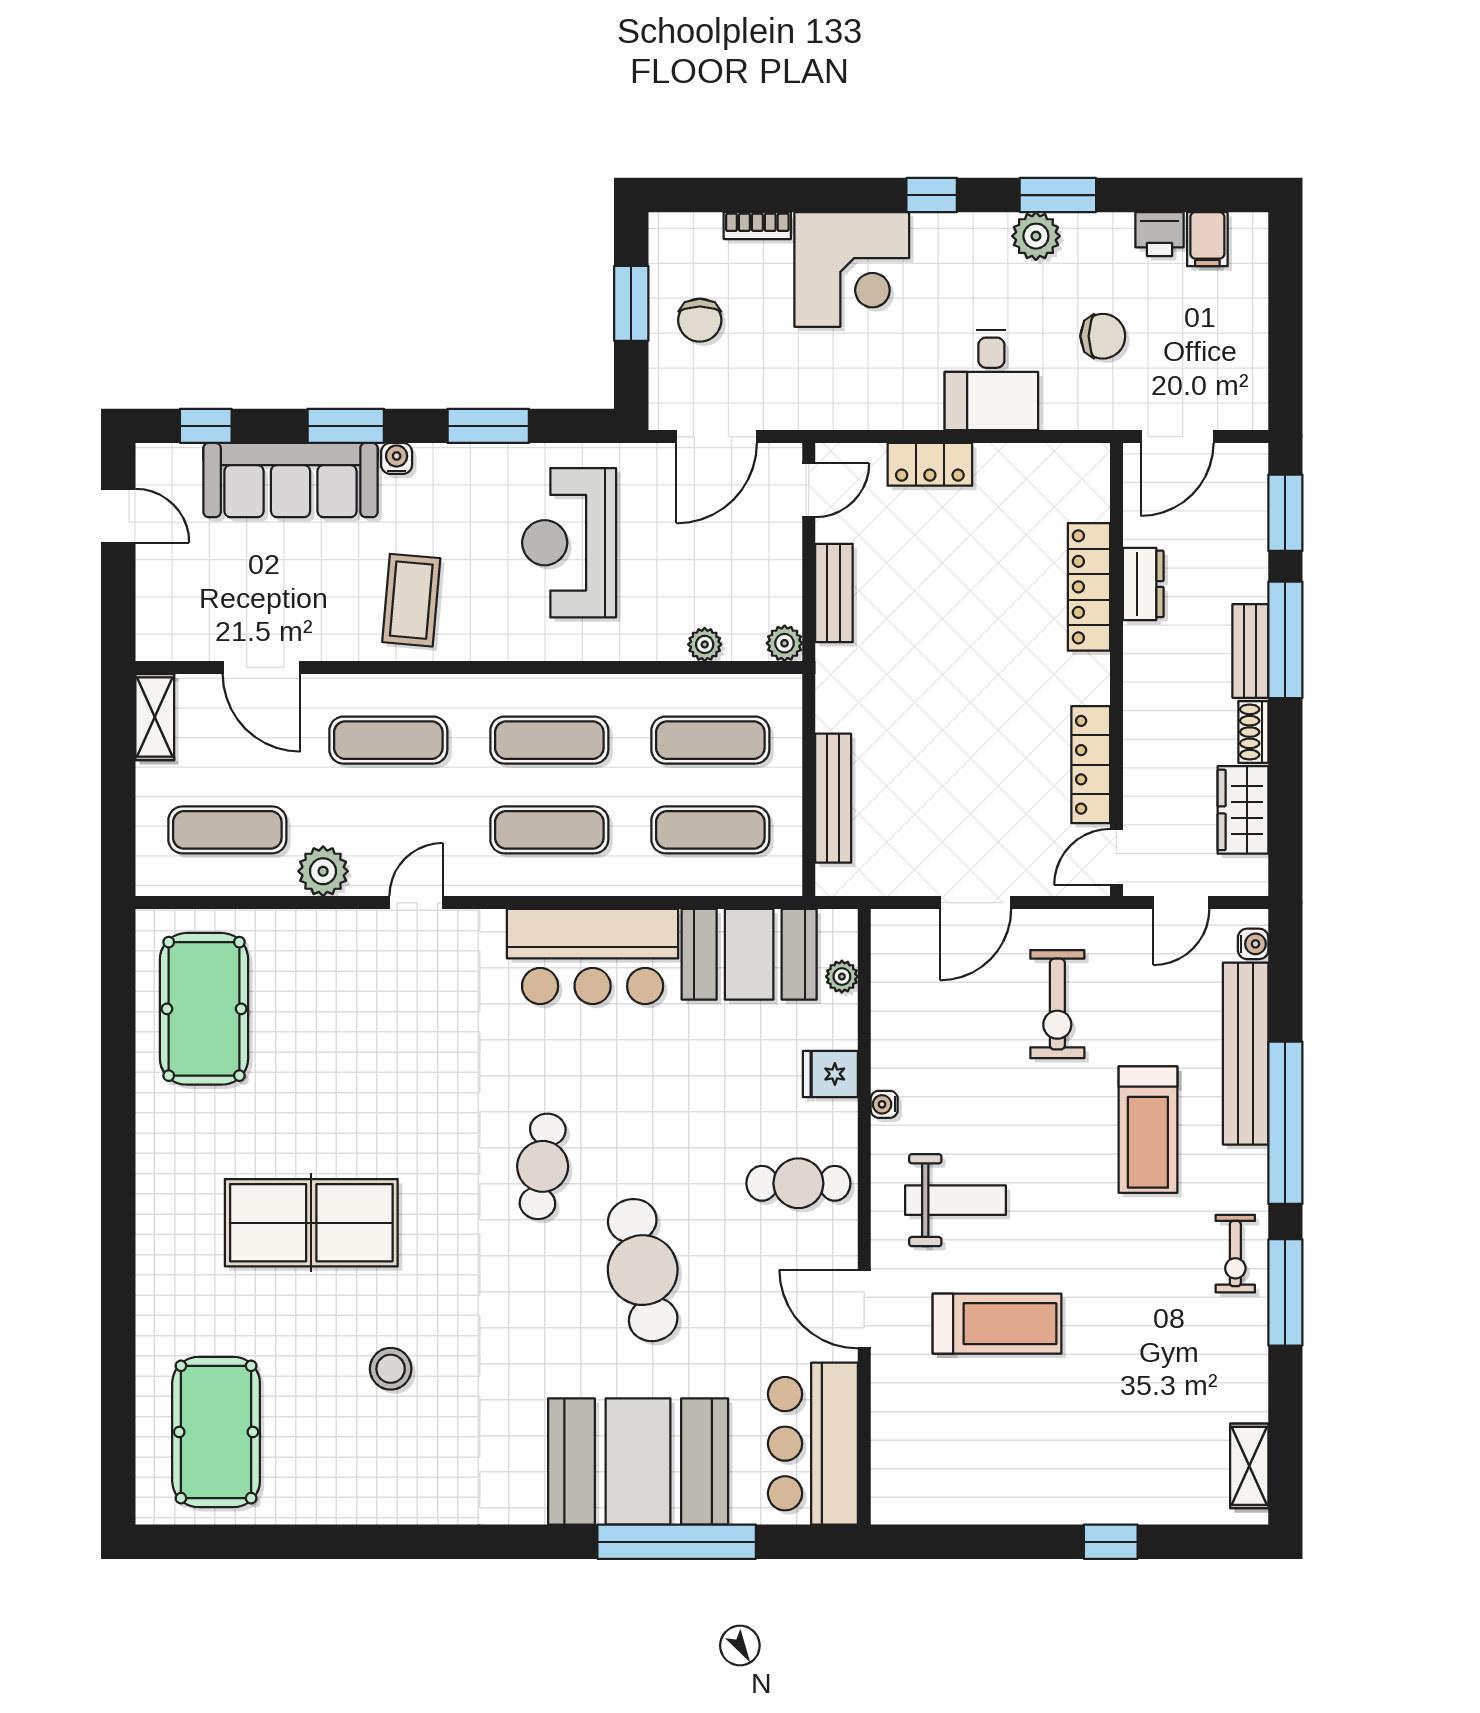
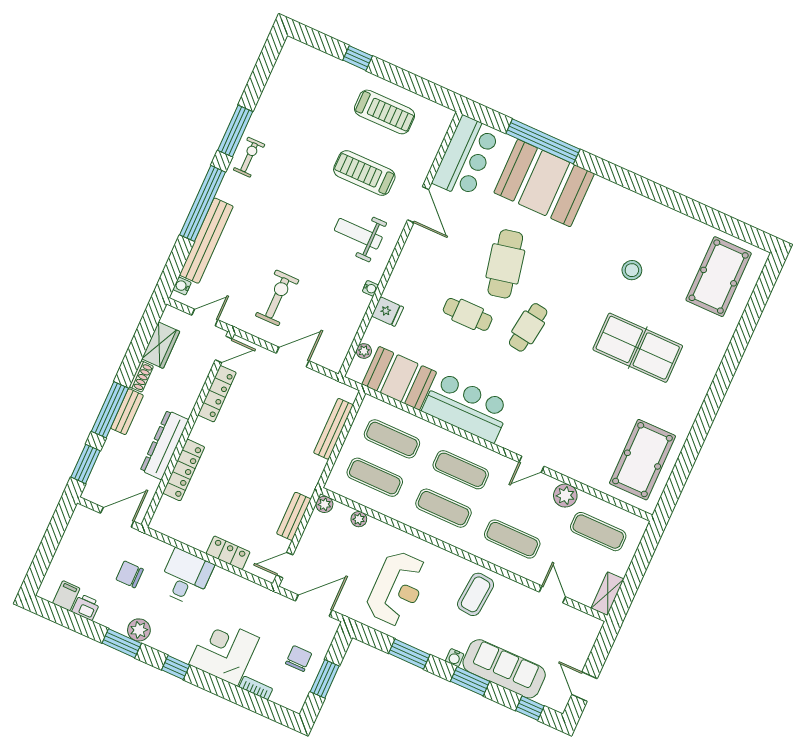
dresser: (1143, 584) -> (164, 445), width x1.96, depth x1.24
door: (262, 667) -> (552, 594), width x0.73
treadmill: (1148, 1130) -> (385, 112), moved, turned 90
cafe table: (798, 1183) -> (468, 314), moved
shelving: (1249, 1466) -> (284, 64), removed

